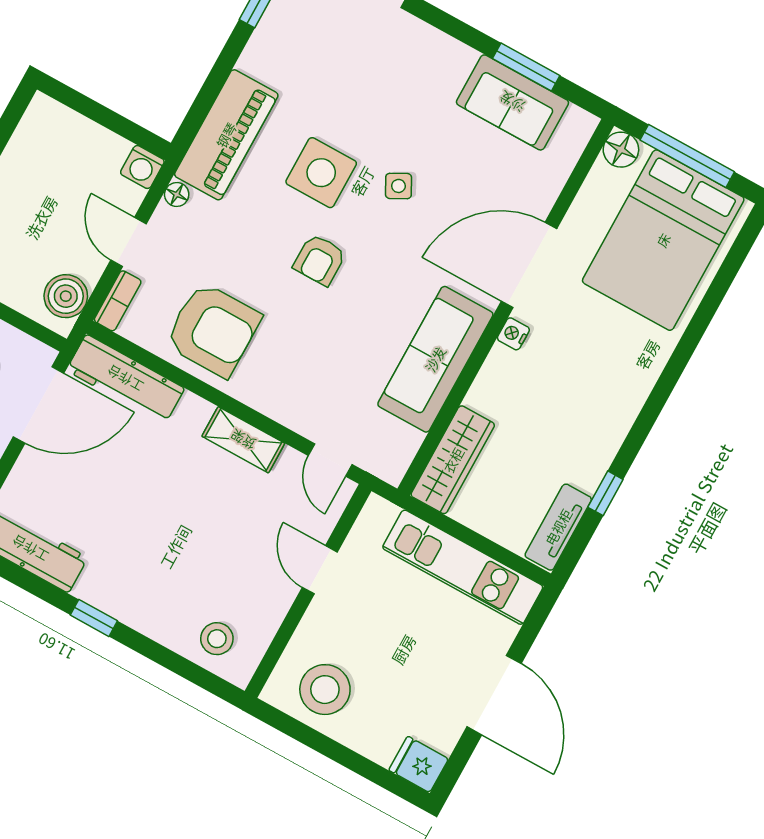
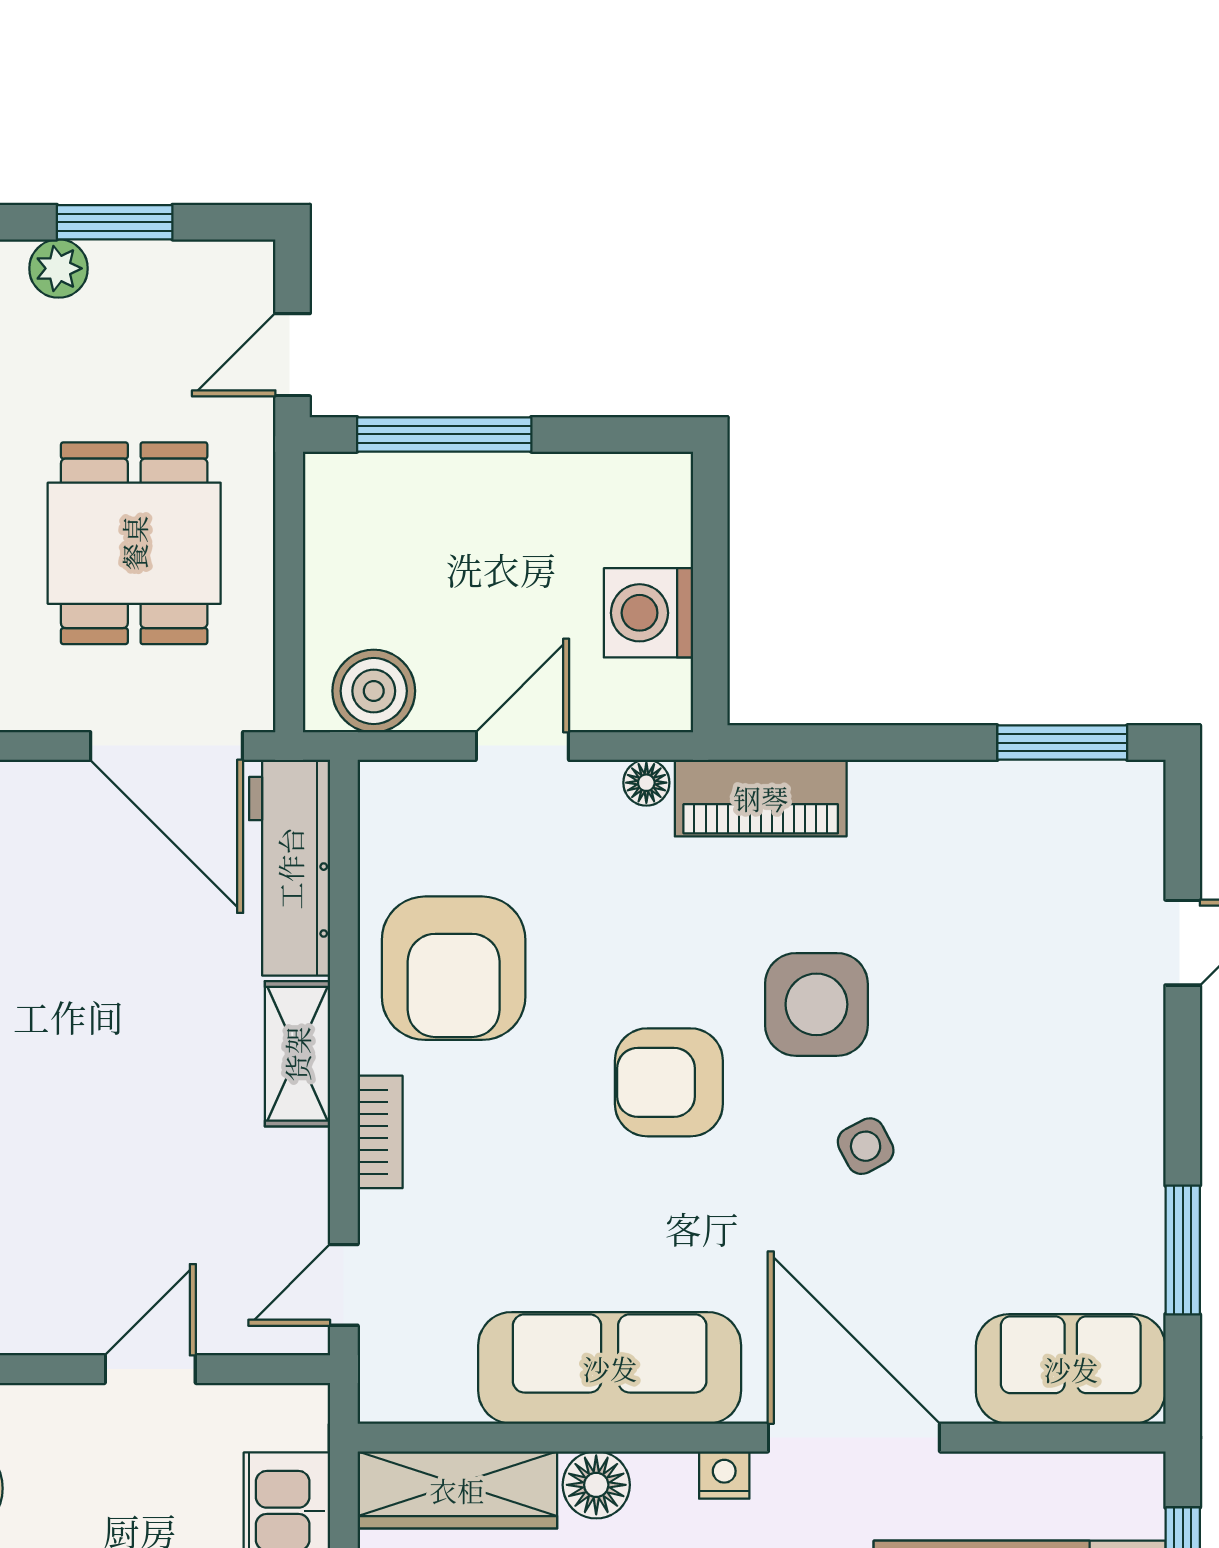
sofa: (512, 102) -> (1071, 1369), moved, turned 90
piano: (226, 135) -> (761, 798), width x0.73, depth x0.75
floor lamp: (621, 150) -> (596, 1485), moved
washing machine: (142, 167) -> (648, 613), moved, width x1.38, depth x1.38
armchair: (320, 260) -> (669, 1082), width x1.38, depth x1.38
bookcase: (118, 301) -> (380, 1132), moved, turned -90
shelving: (243, 440) -> (297, 1054), moved

